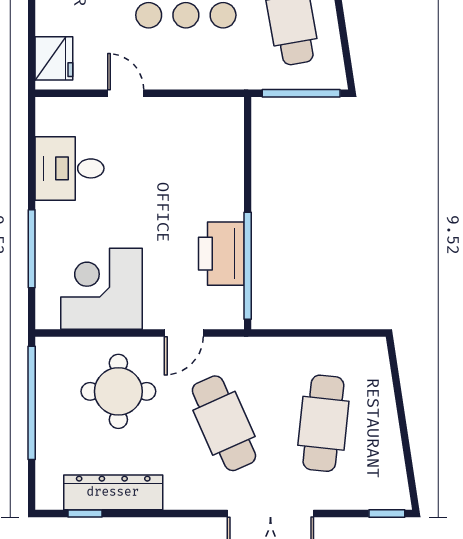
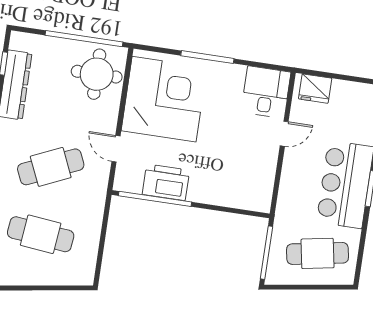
desk: (70, 168) -> (266, 92), moved
window: (32, 249) -> (207, 57), moved
corner desk: (102, 289) -> (164, 99), width x1.36, depth x1.36
round table: (118, 391) -> (97, 74), moved

